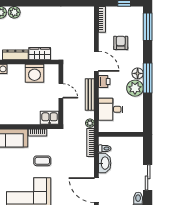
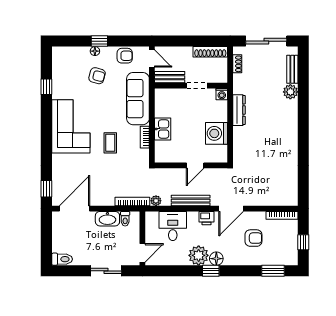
plant: (14, 12) -> (291, 109), removed
window: (148, 27) -> (273, 271), width x0.69
wardrobe: (40, 54) -> (240, 140), removed
window: (148, 78) -> (211, 271), width x0.46
kitchen sink: (50, 118) -> (163, 129), moved
door: (133, 134) -> (142, 253), added
sliding door: (148, 177) -> (106, 271), moved

